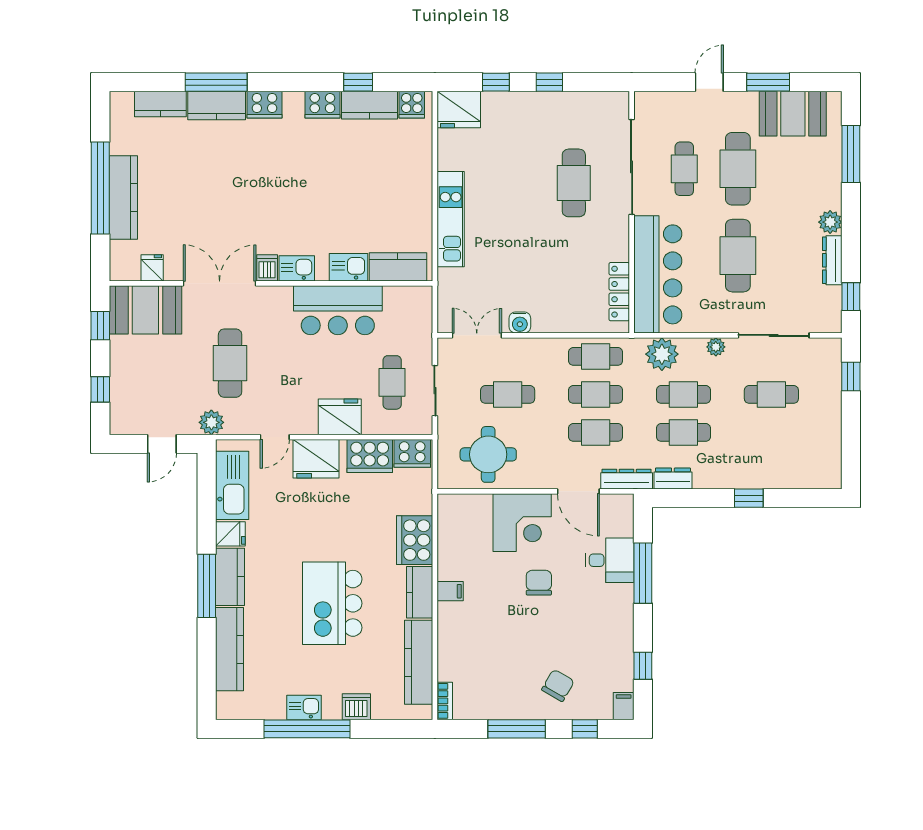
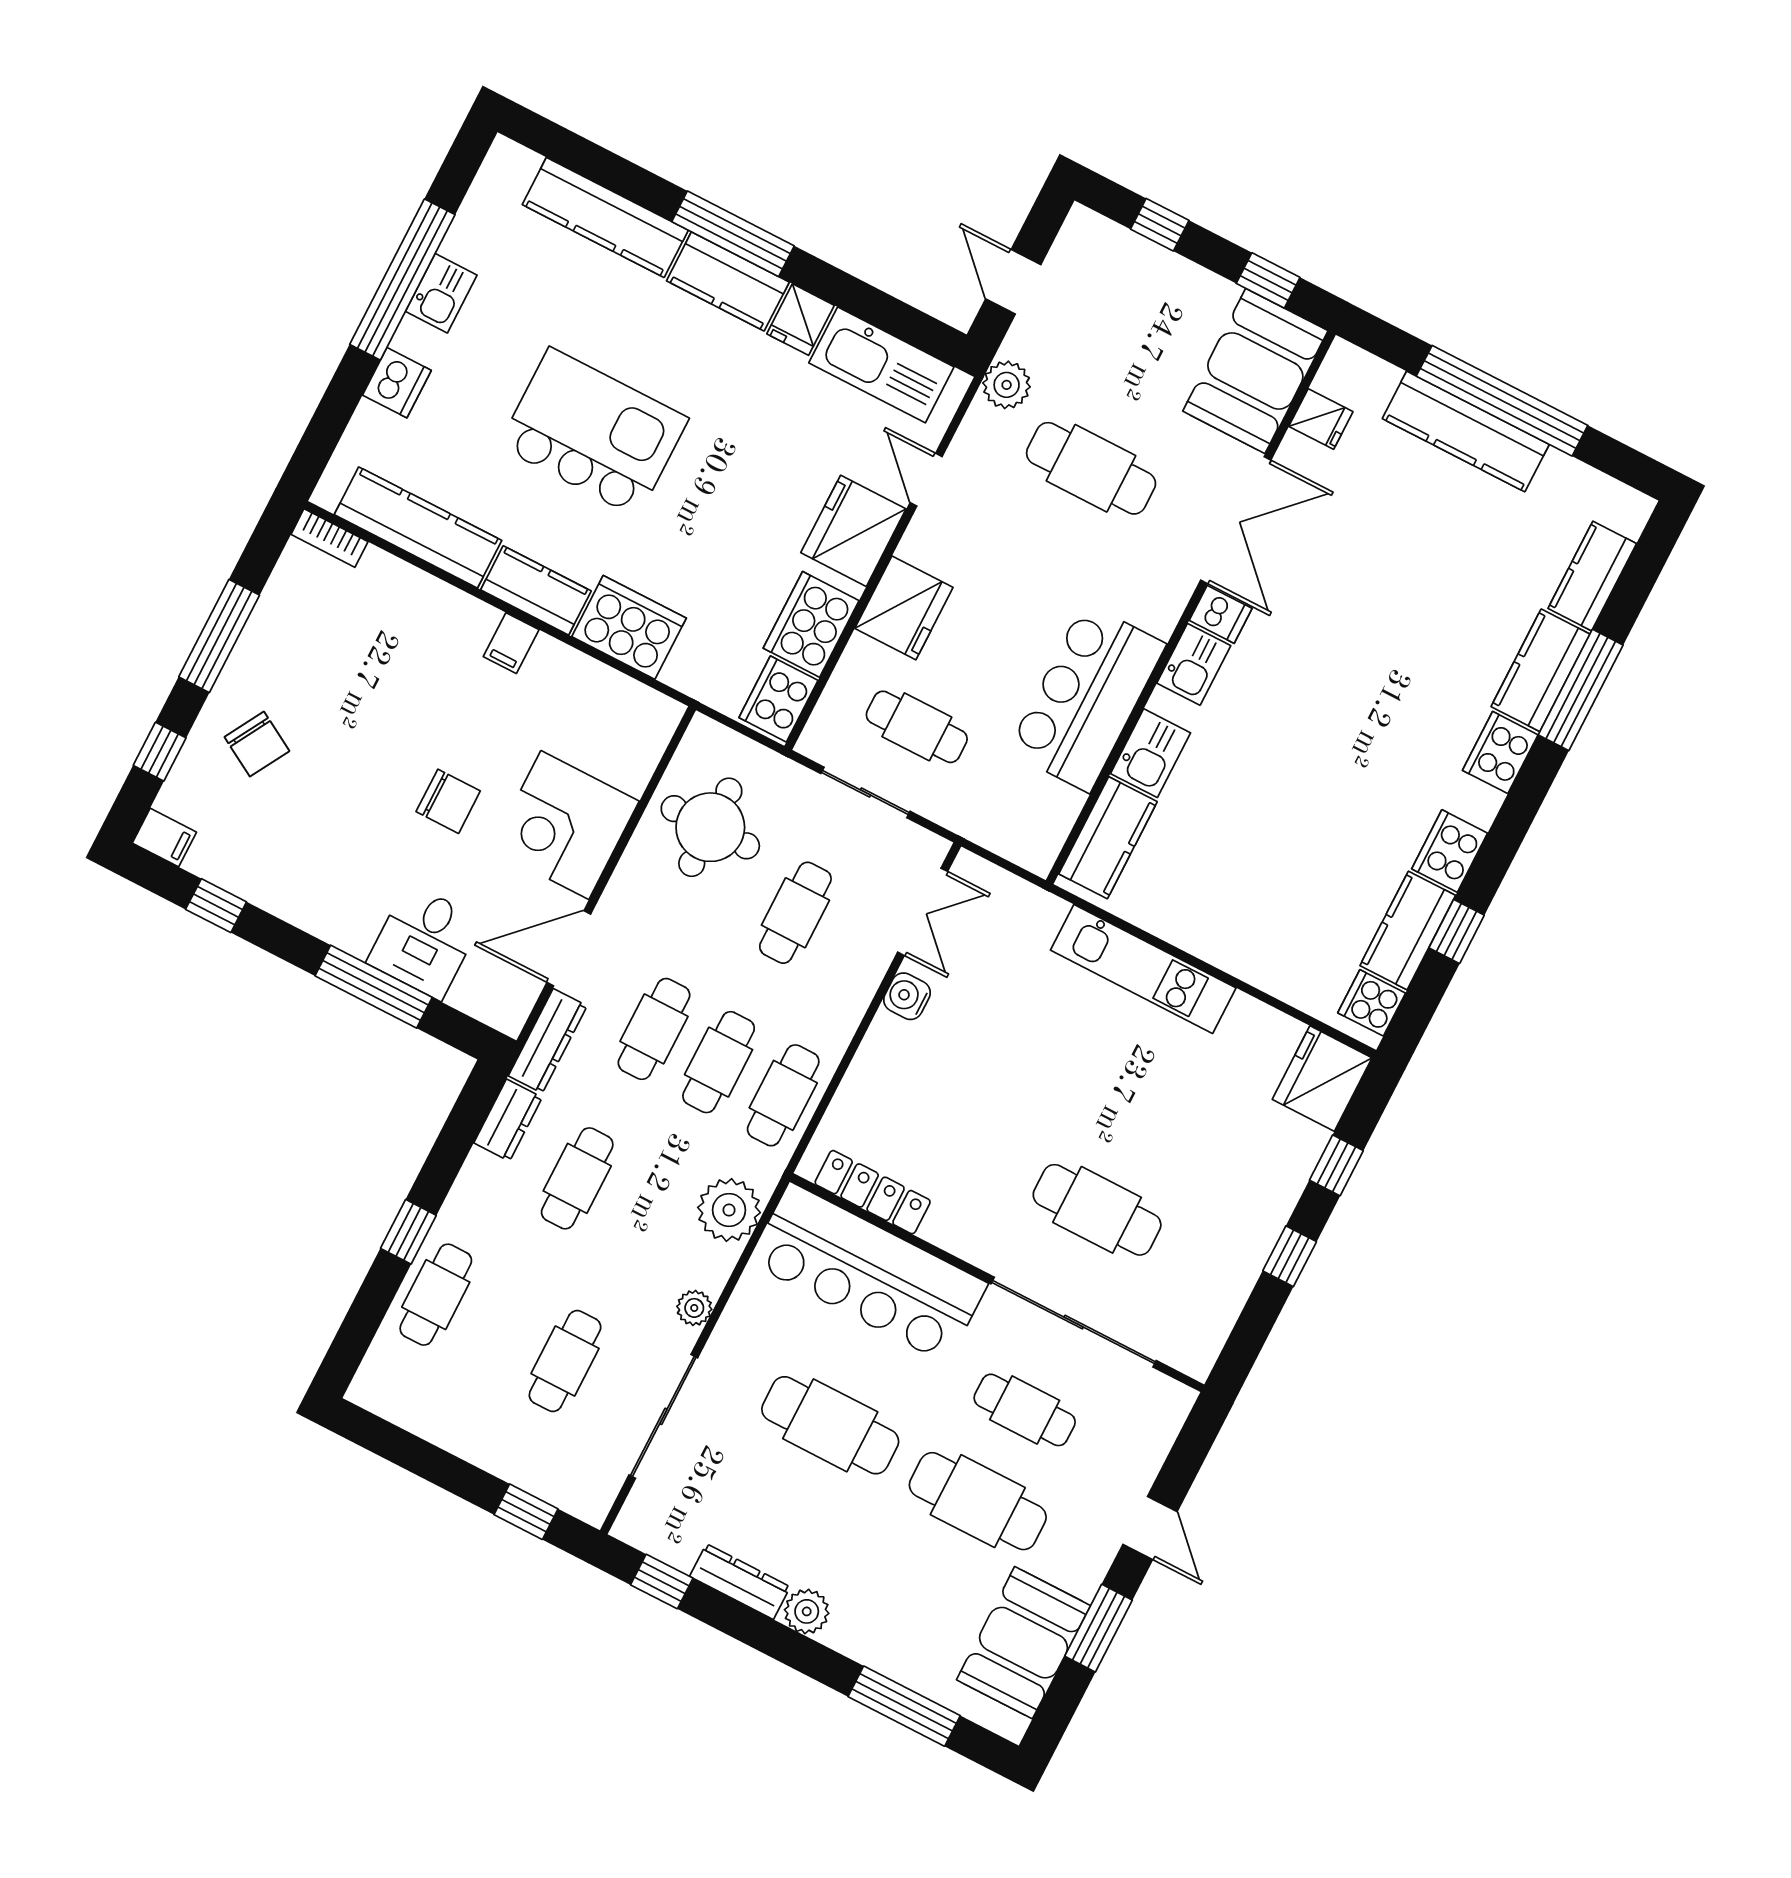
cafe table: (683, 394) -> (436, 1295), moved

